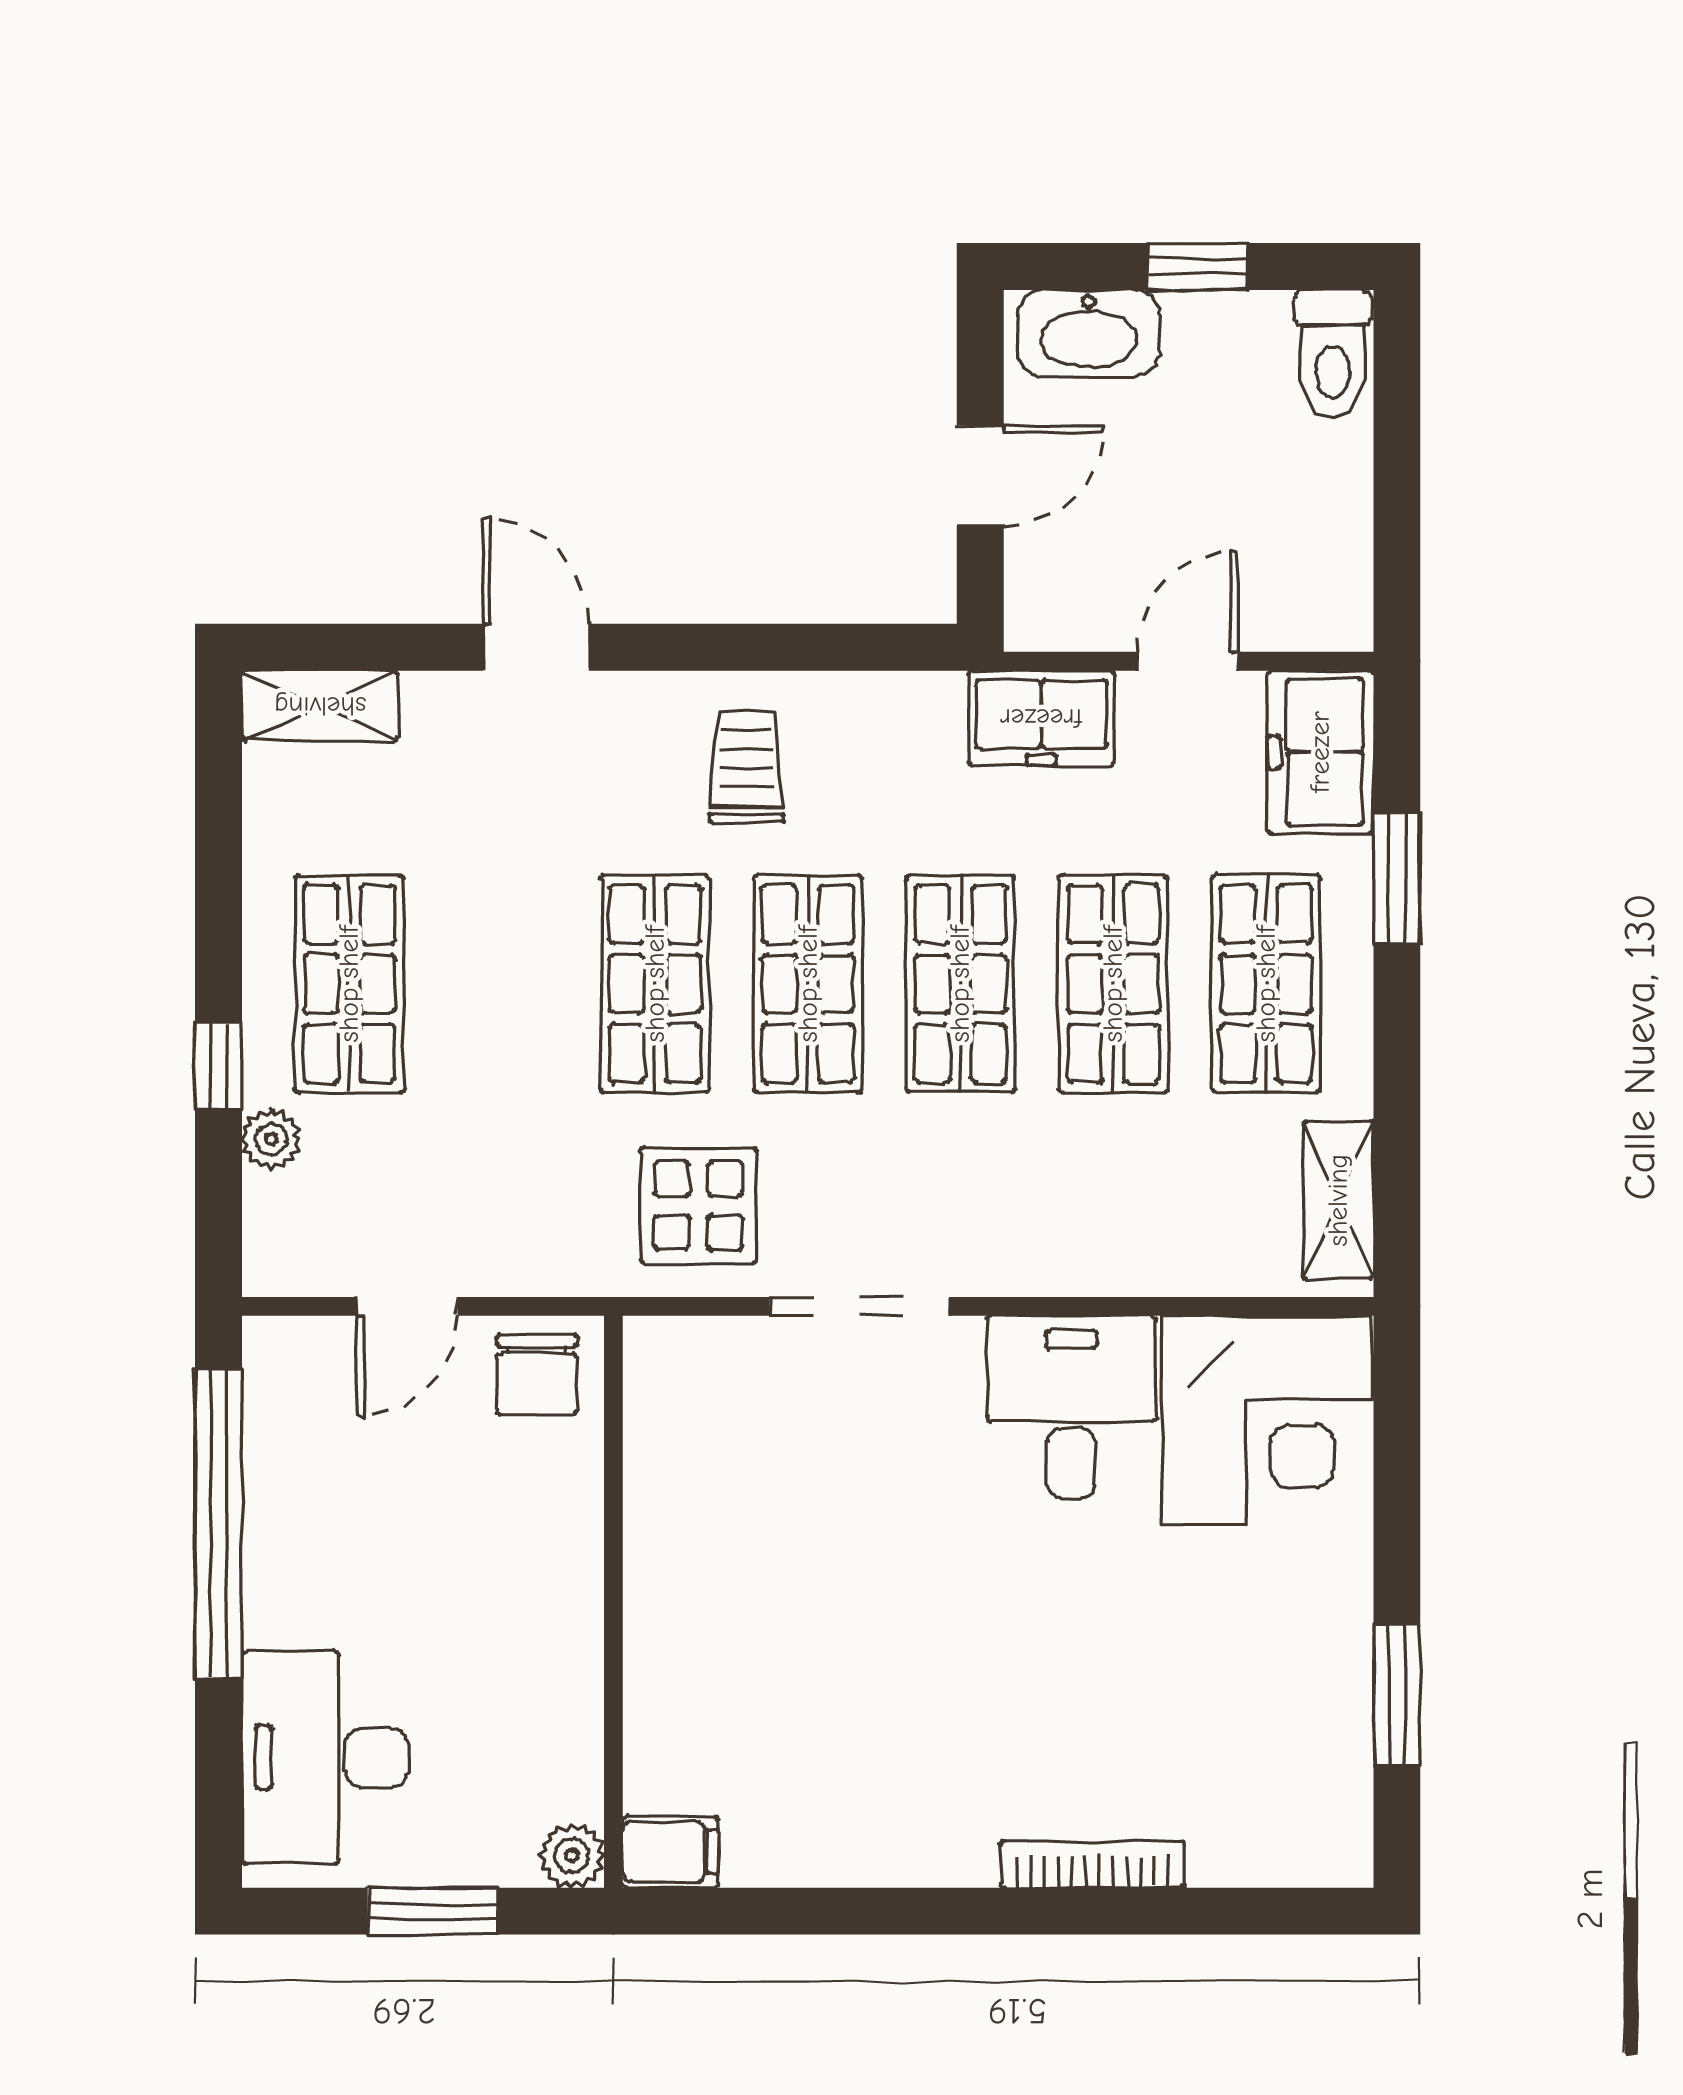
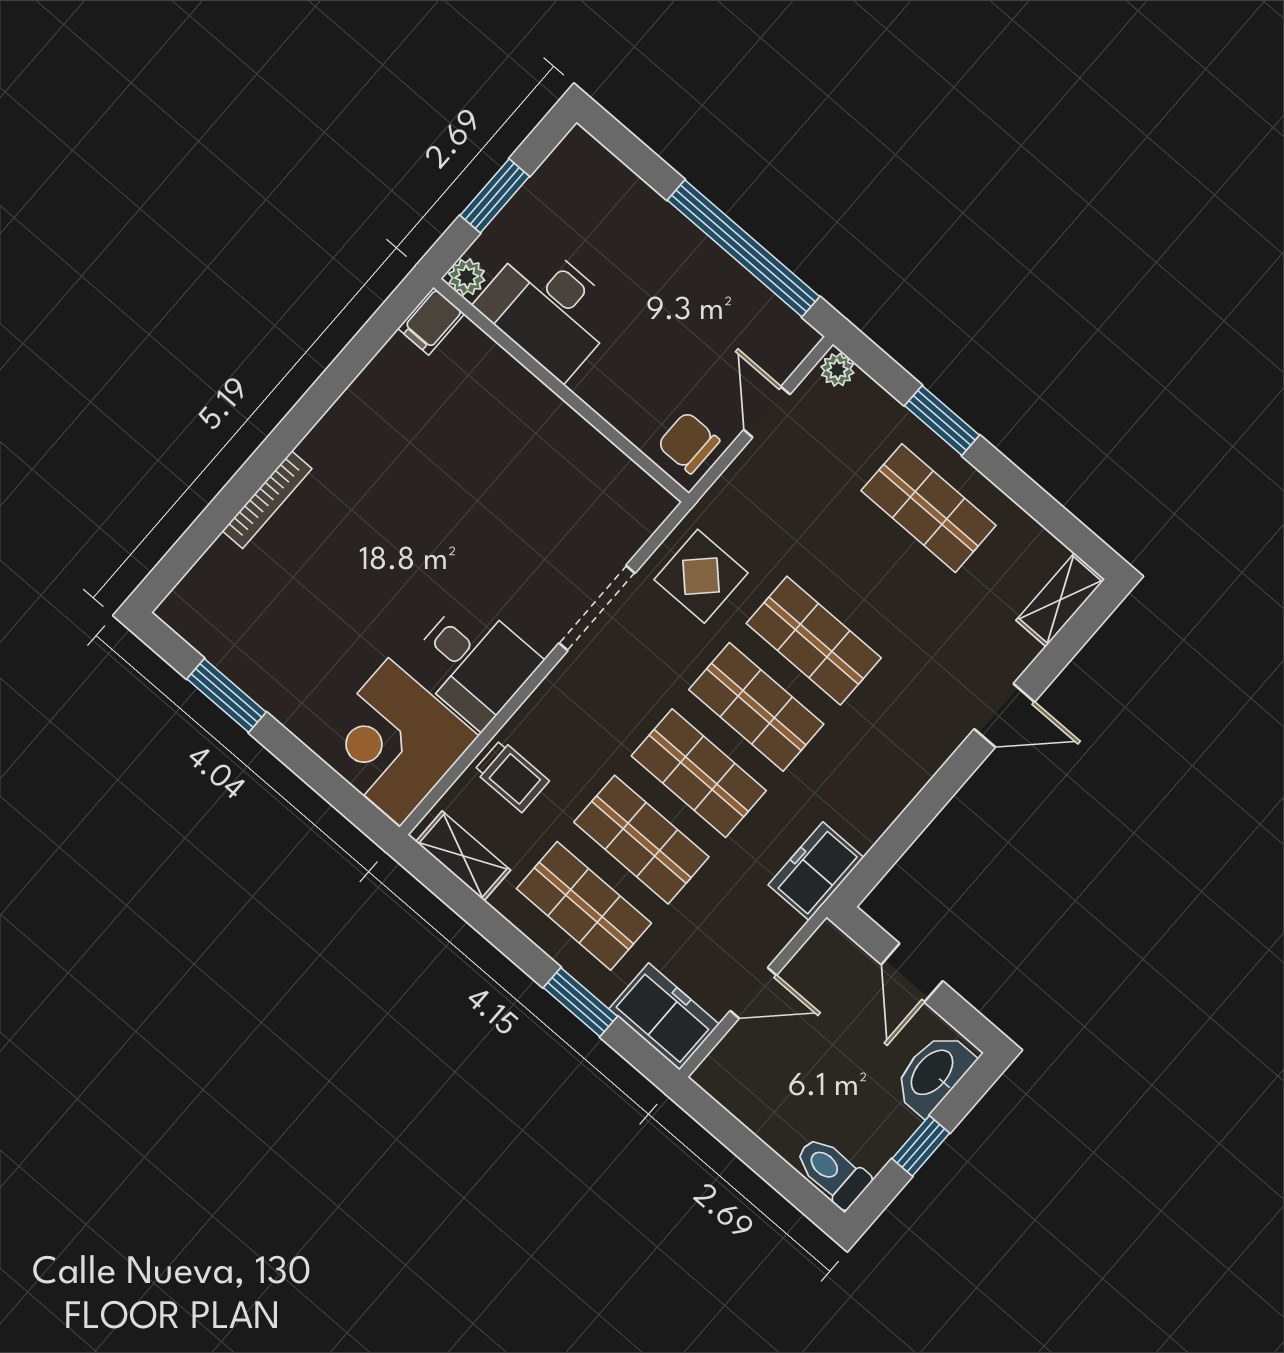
door: (1188, 661) -> (753, 993), hinge flipped
freezer: (1041, 718) -> (816, 871), moved
trolley: (747, 767) -> (511, 776), moved
window: (219, 1066) -> (942, 420), width x1.50
plant: (271, 1139) -> (837, 370), moved
desk: (325, 1758) -> (549, 309), moved, turned 180

